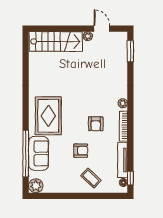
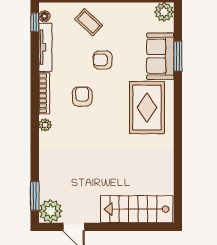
plant: (88, 36) -> (51, 211), moved, width x1.88, depth x1.88
window: (26, 153) -> (178, 56), width x0.47

